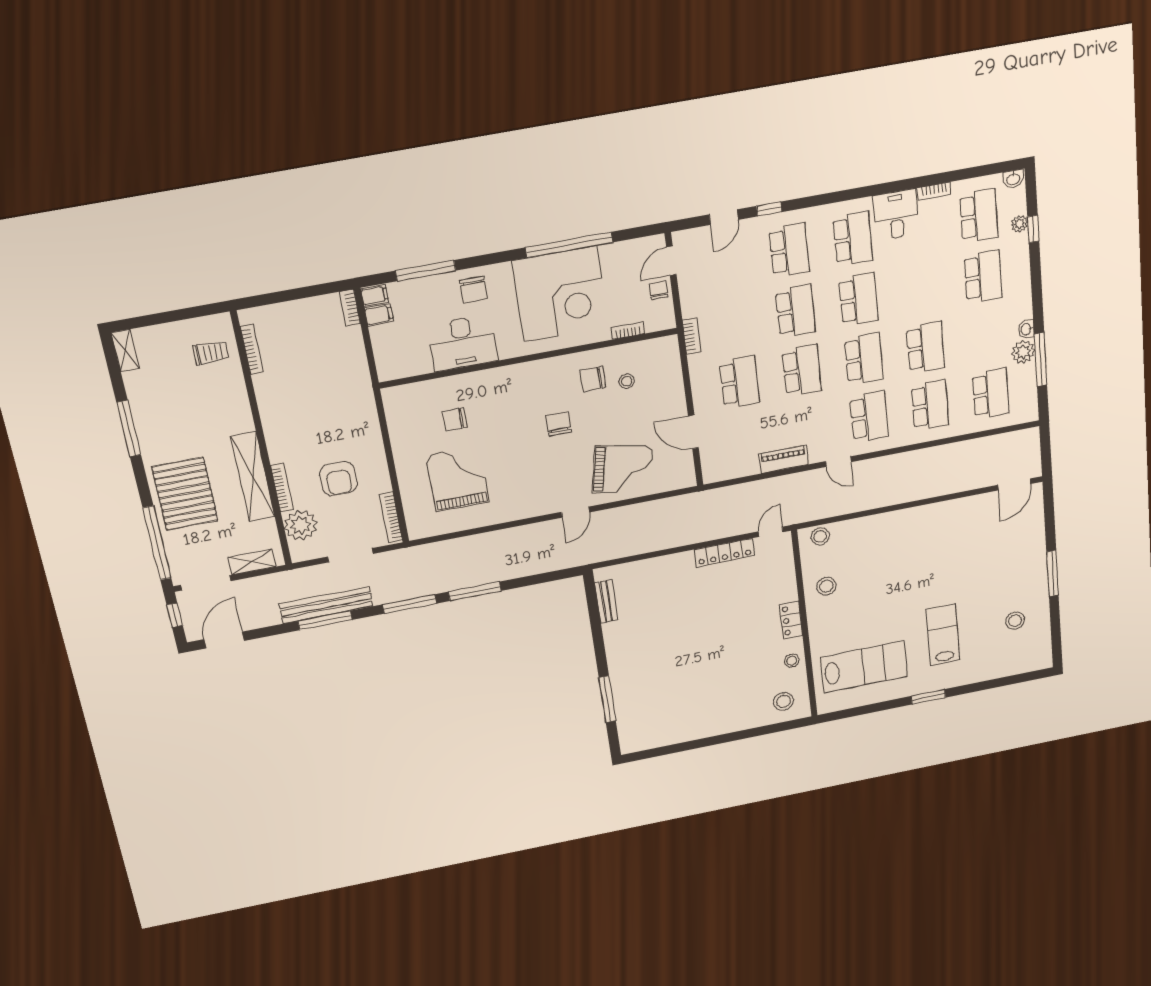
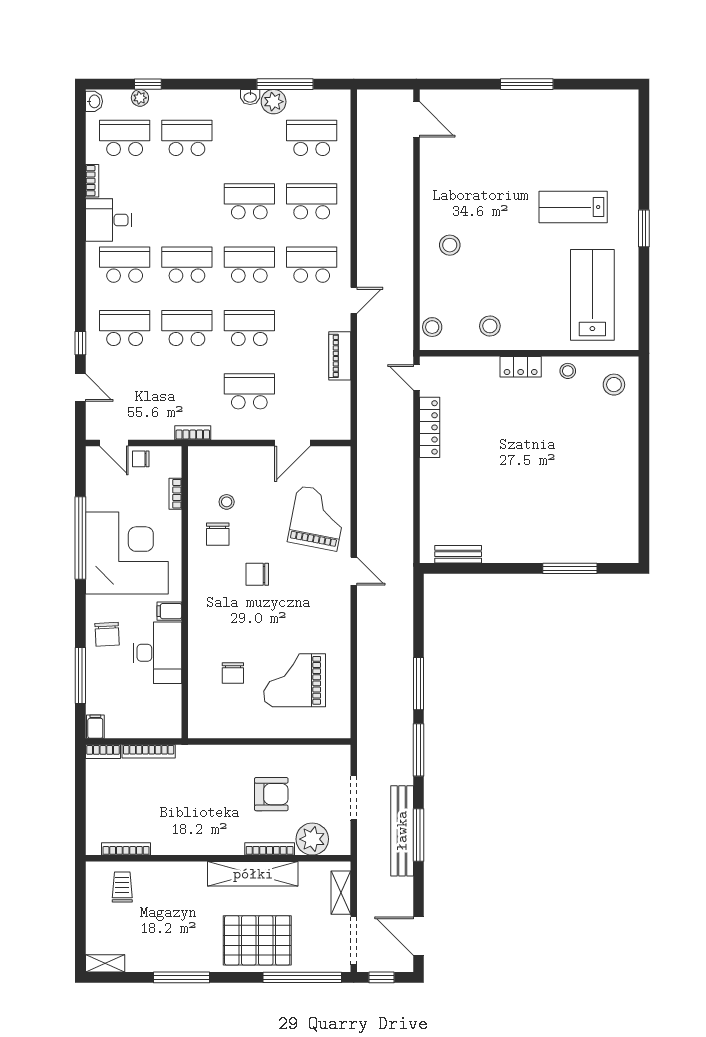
chair: (473, 290) -> (107, 634), turned 87
filing cabinet: (379, 315) -> (169, 611), moved, turned -90
bookcase: (391, 517) -> (149, 751), moved
stool: (1015, 621) -> (450, 245), moved

